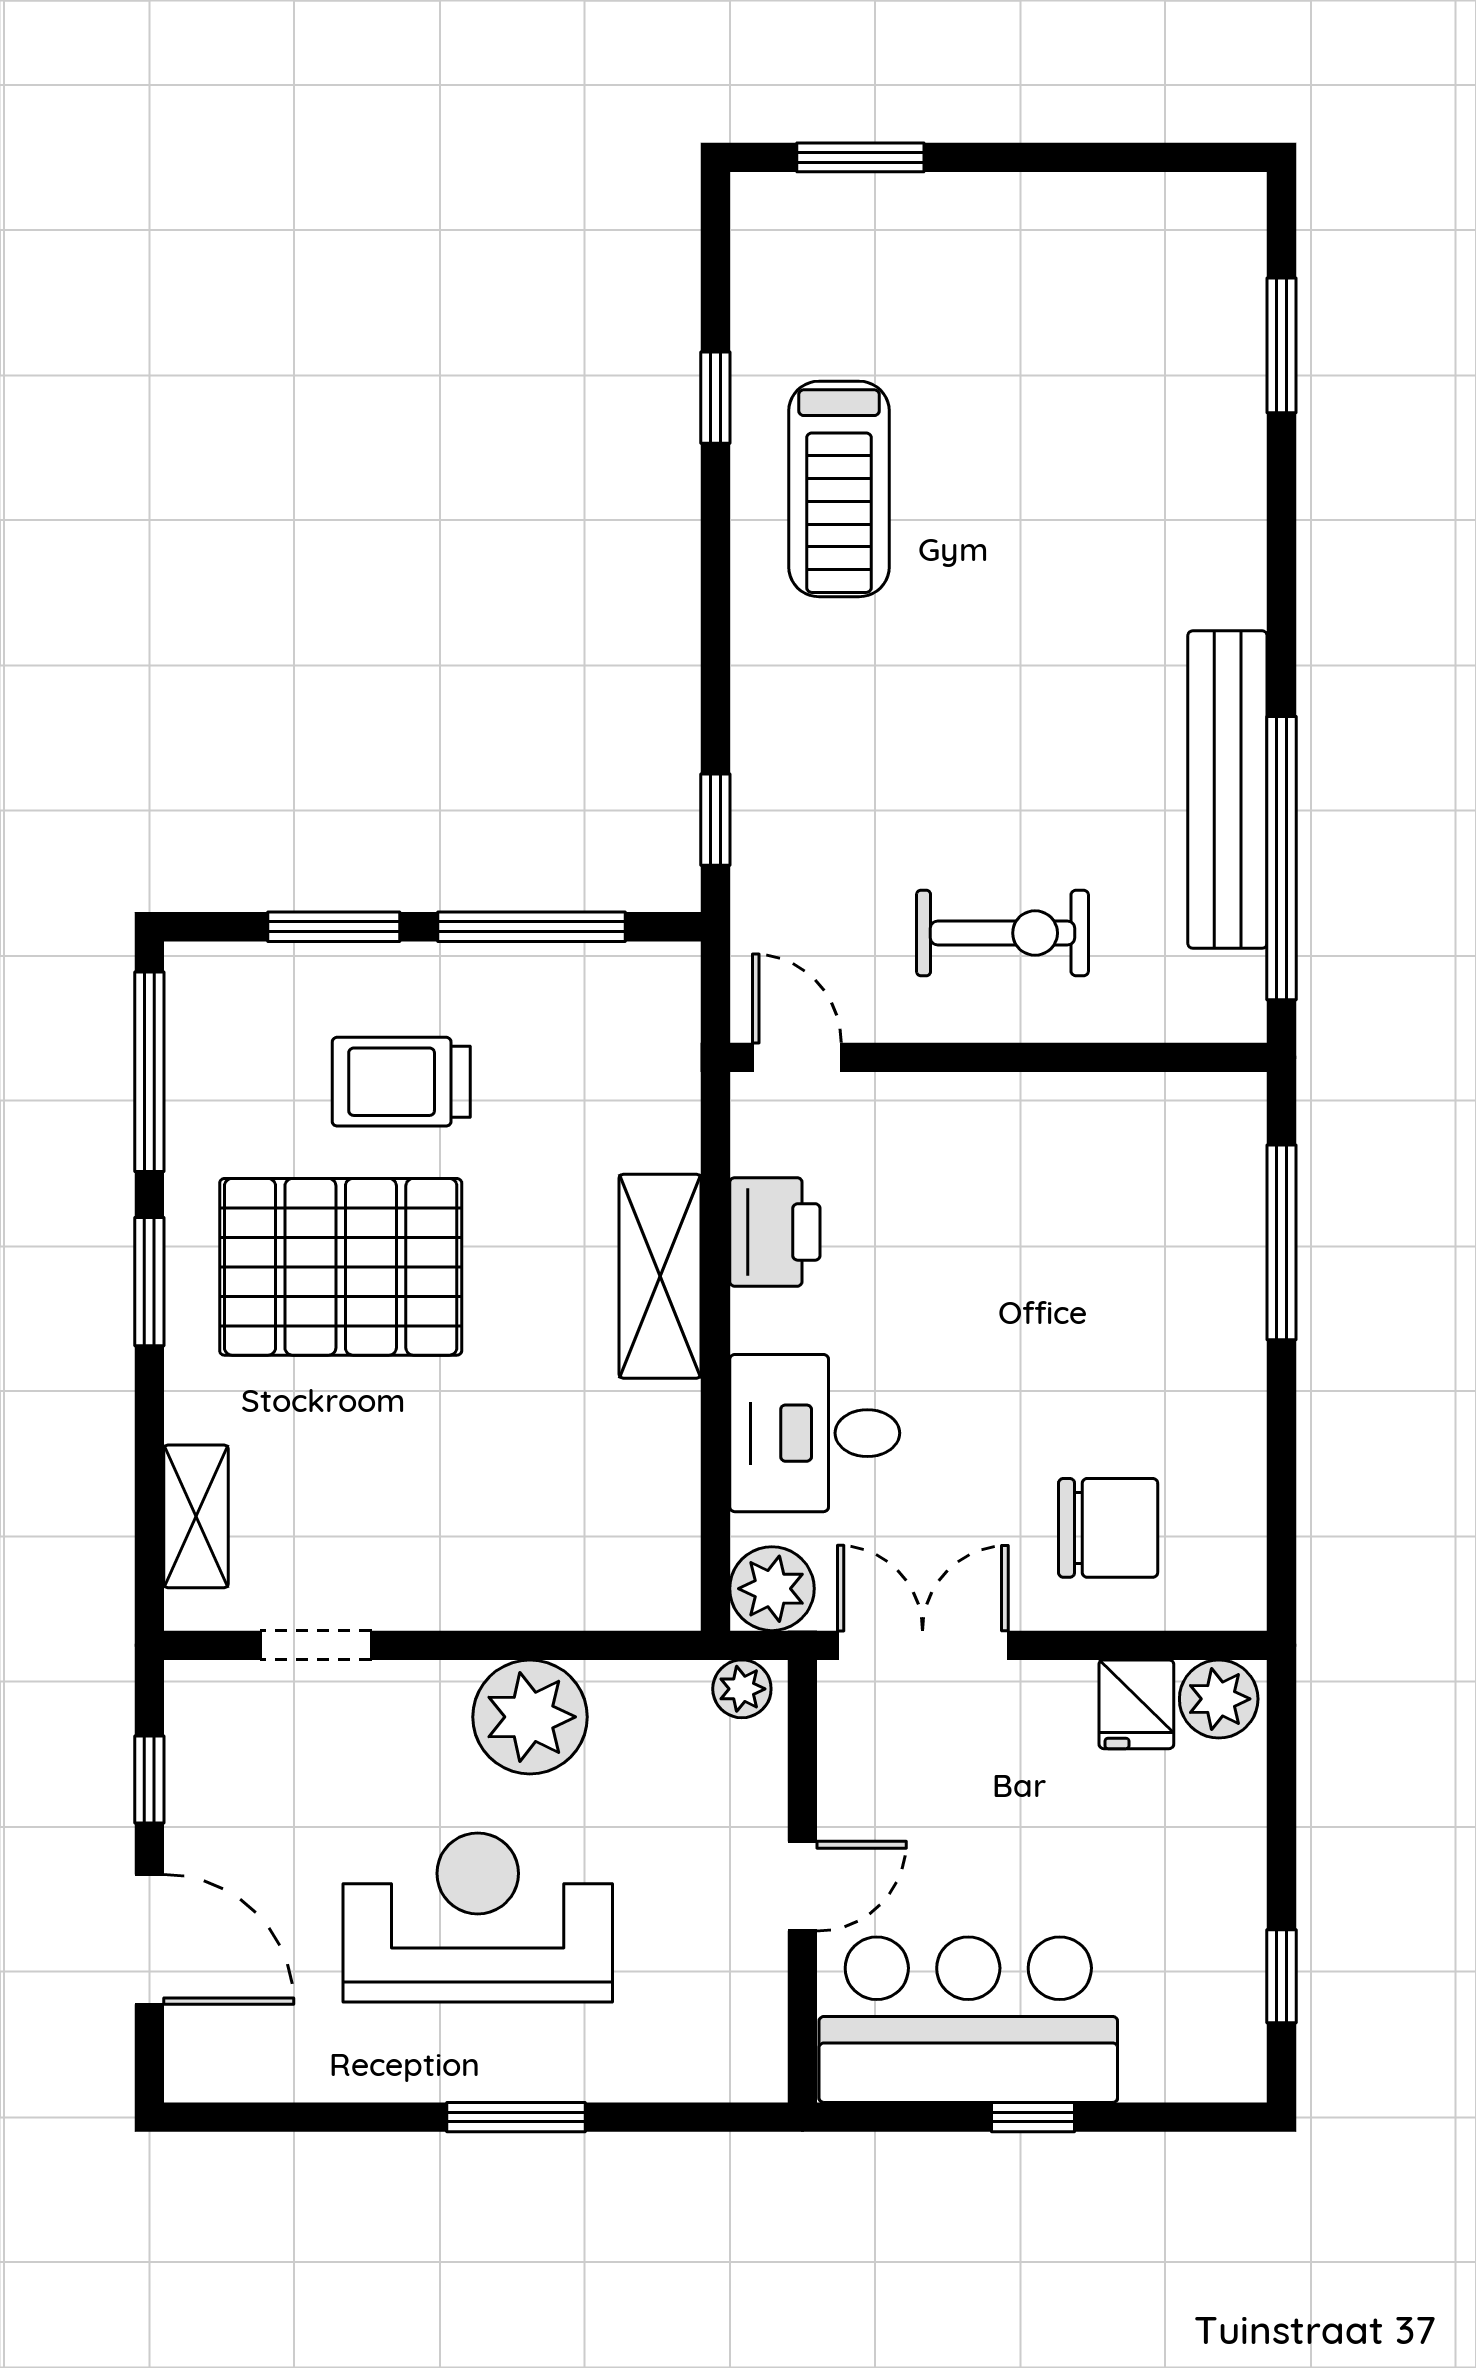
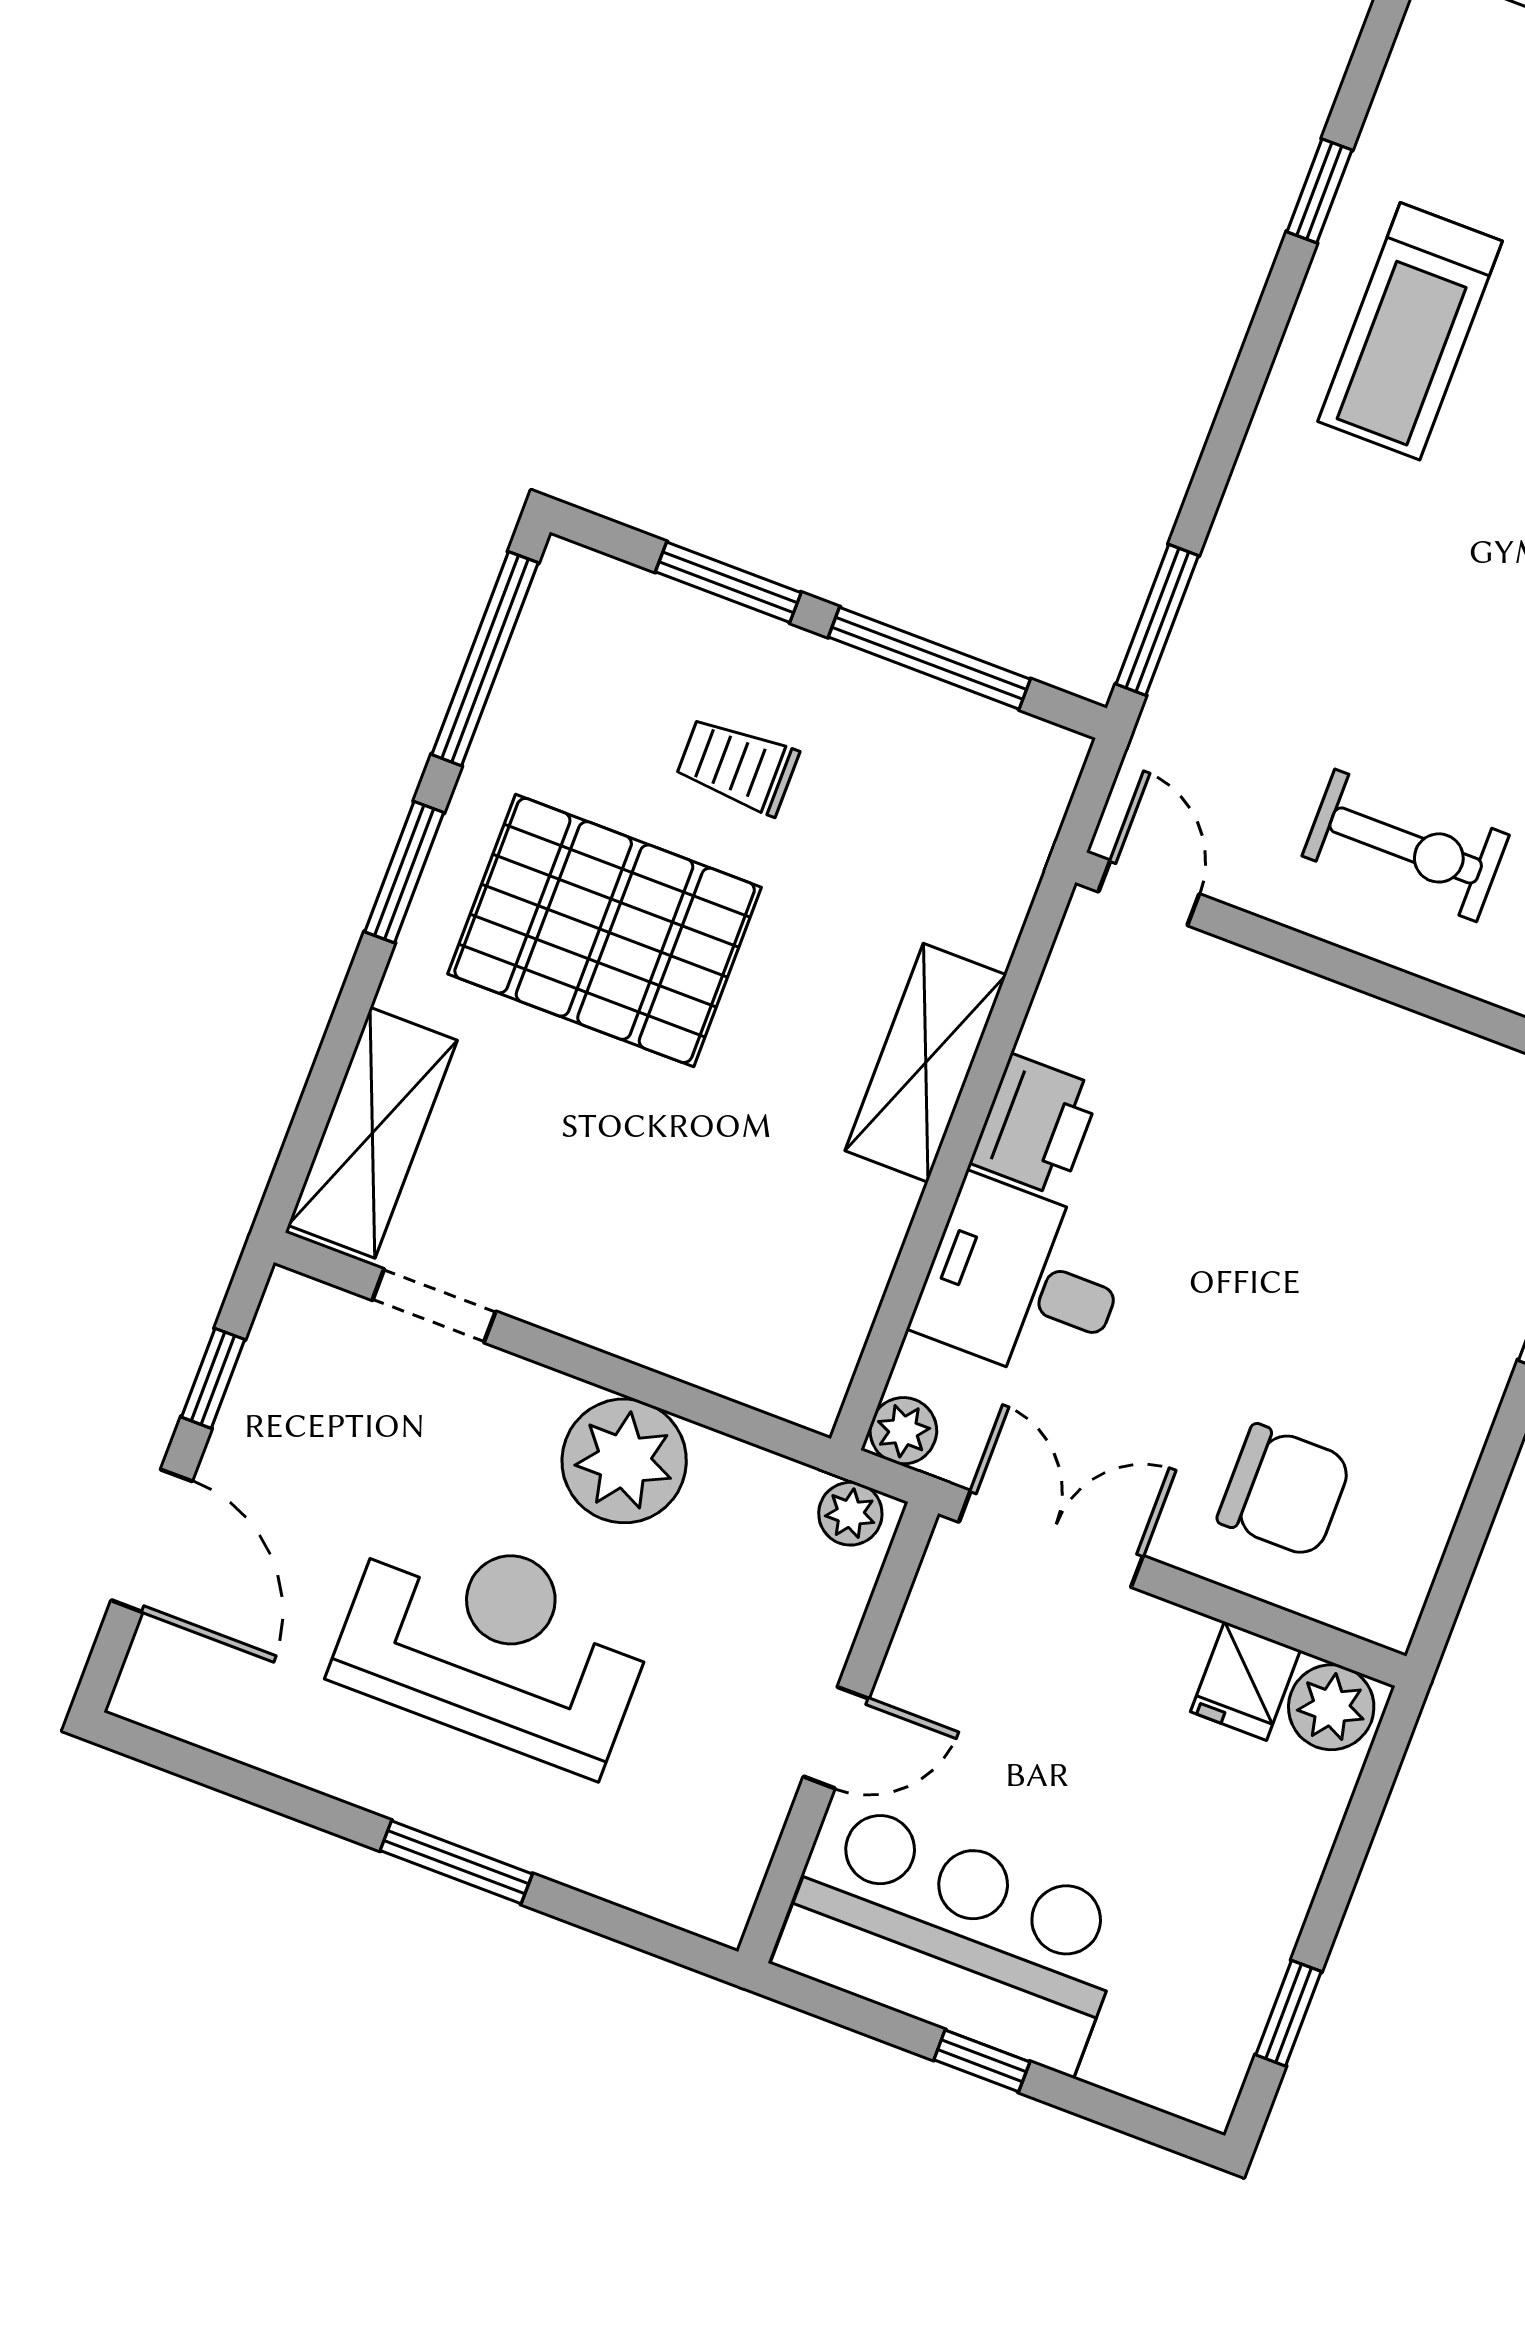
window: (715, 820) -> (1157, 620), width x1.50
trolley: (401, 1082) -> (737, 766), width x0.73, depth x0.72
printer: (775, 1232) -> (1036, 1125), moved
shelving: (196, 1516) -> (373, 1133), width x1.50, depth x1.33
plant: (772, 1589) -> (903, 1431), width x0.73, depth x0.73

